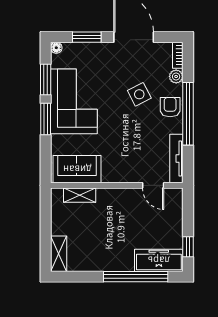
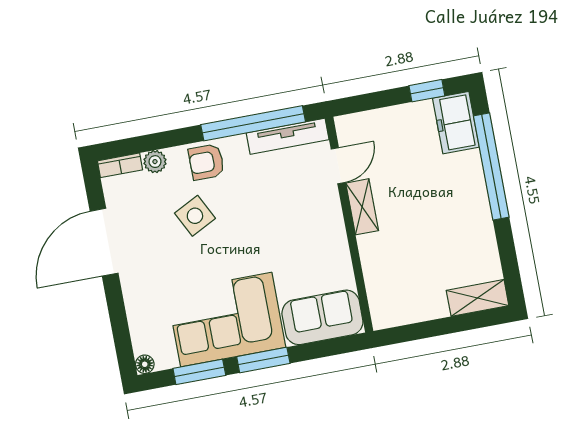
window: (87, 37) -> (118, 318), removed
window: (188, 114) -> (253, 123), moved
sofa: (77, 169) -> (322, 317), moved, turned 90
shelving: (80, 195) -> (362, 207), moved
freezer: (159, 260) -> (456, 123), width x0.71

